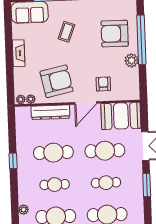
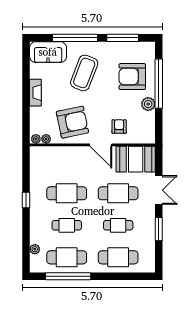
coffee table: (66, 32) -> (84, 73), width x1.86, depth x1.72
door: (86, 103) -> (101, 145), hinge flipped
dresser: (50, 112) -> (65, 153), removed

